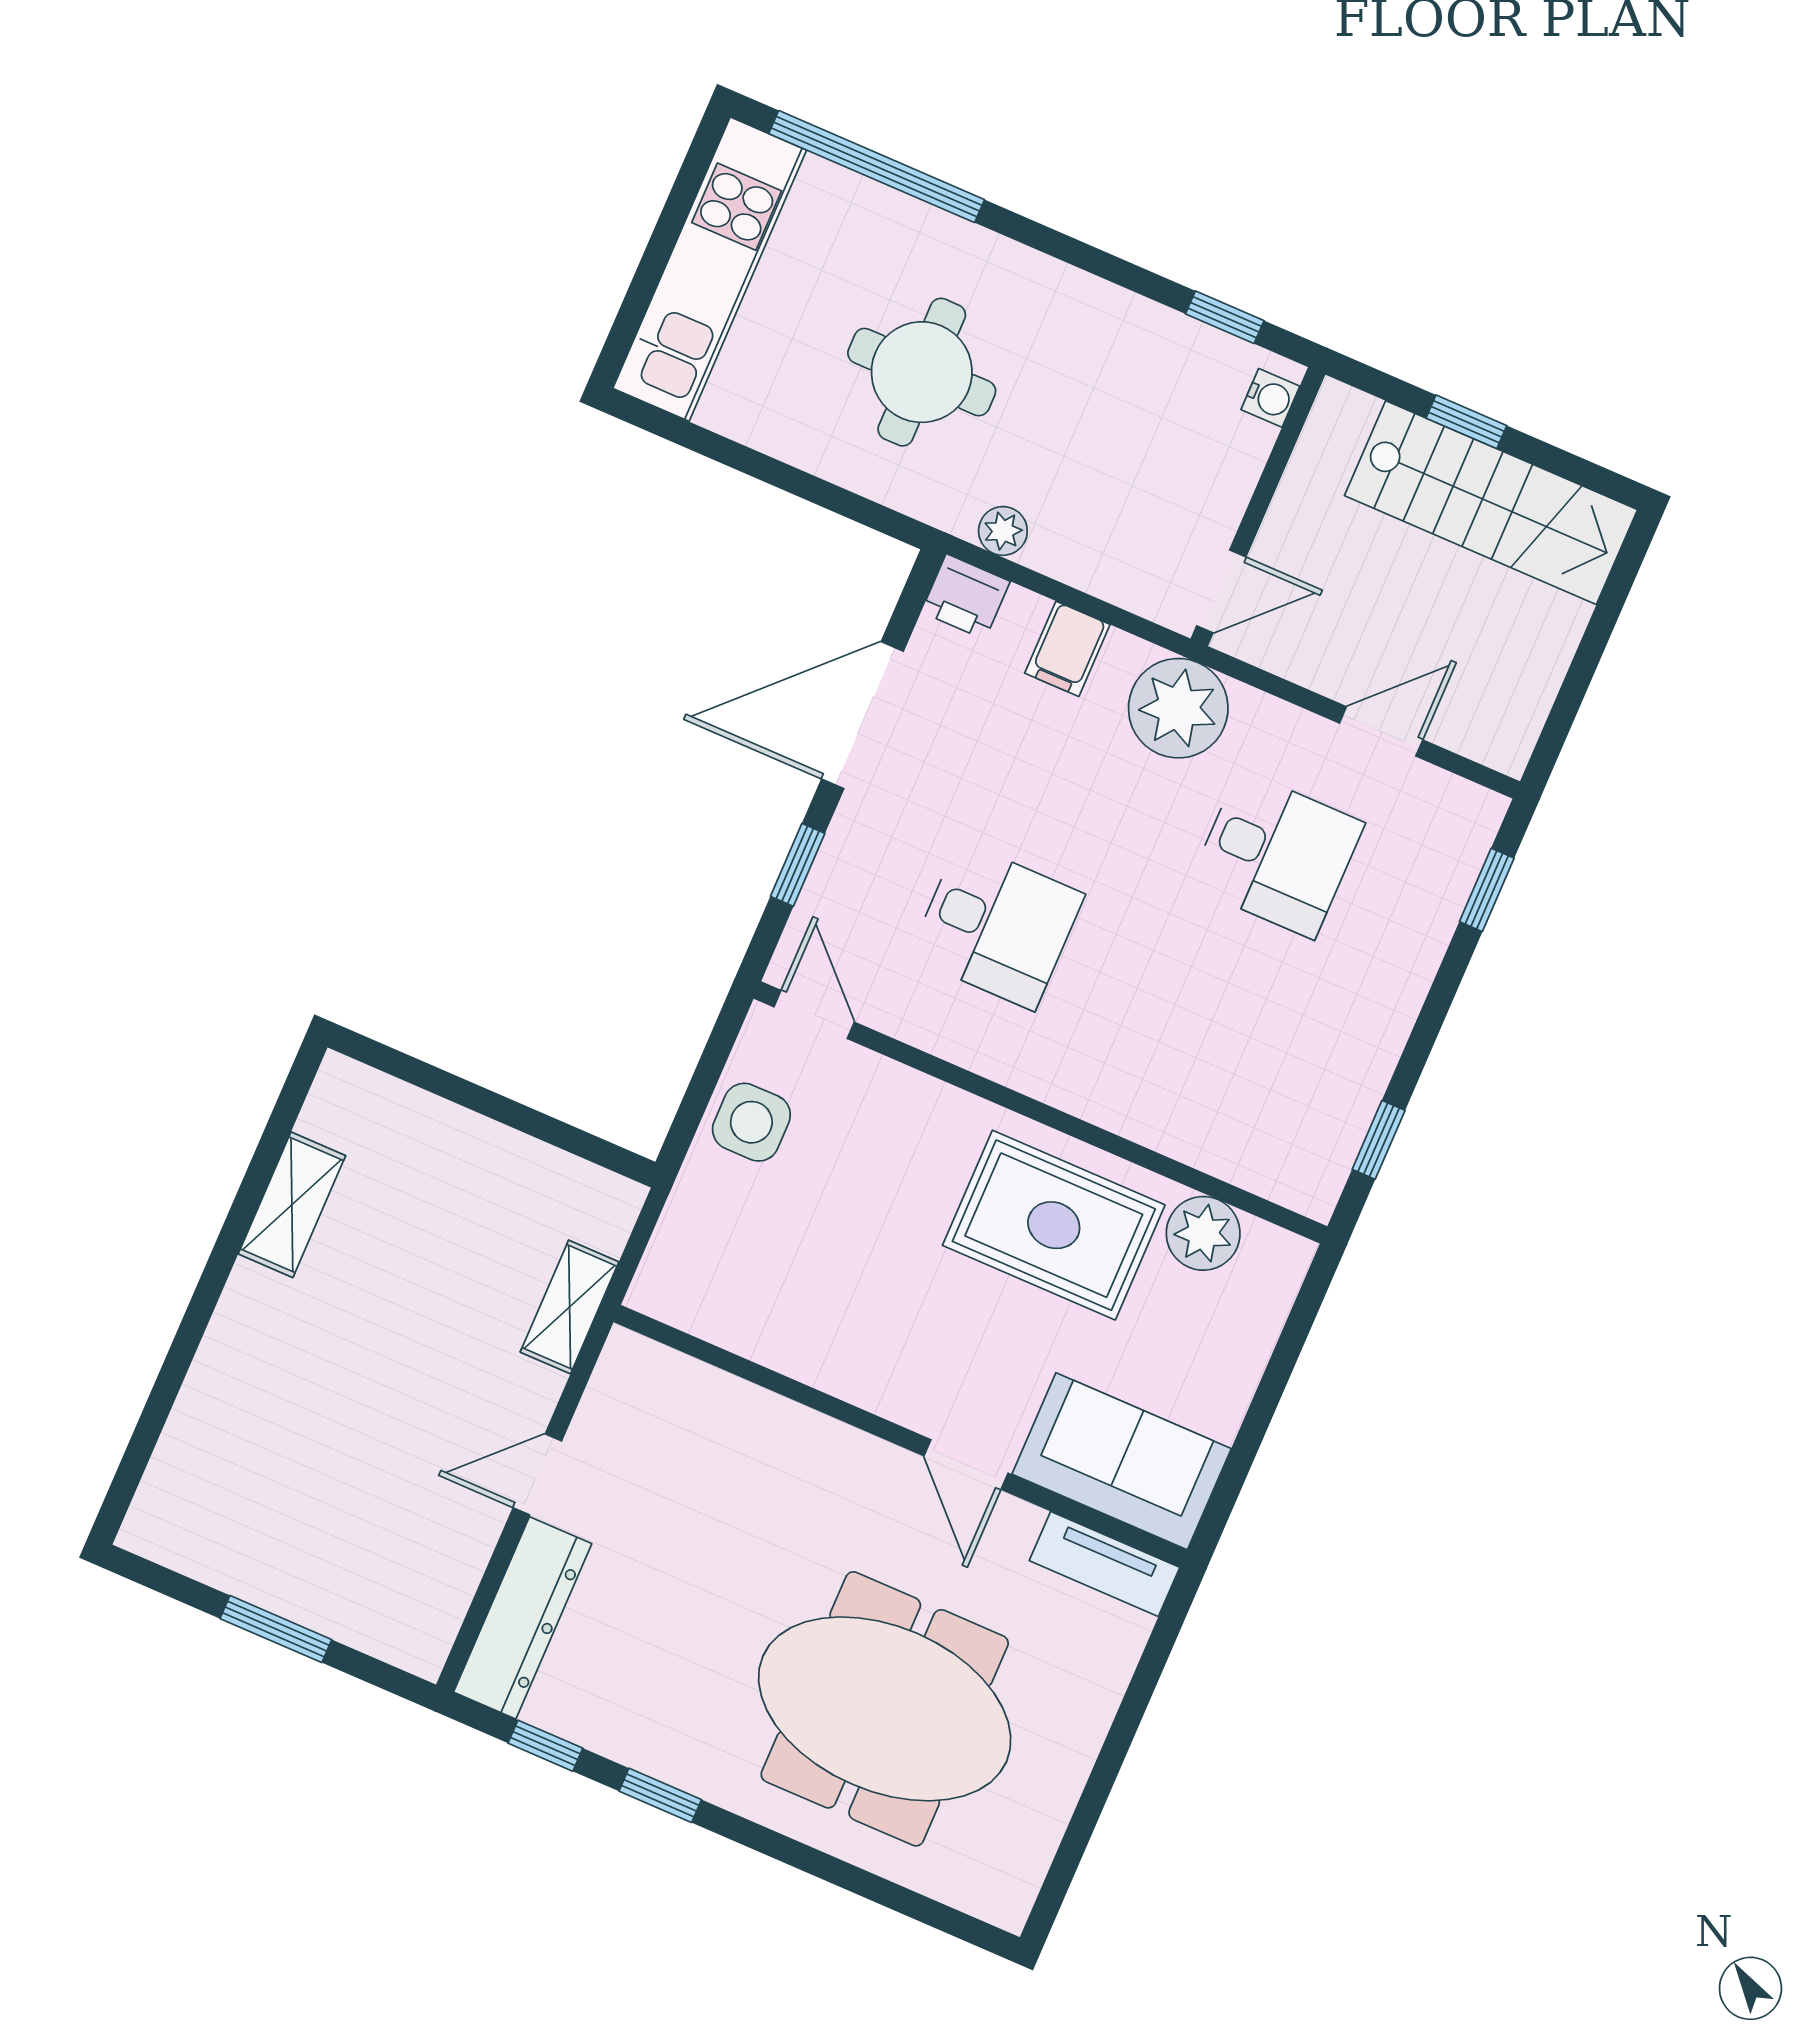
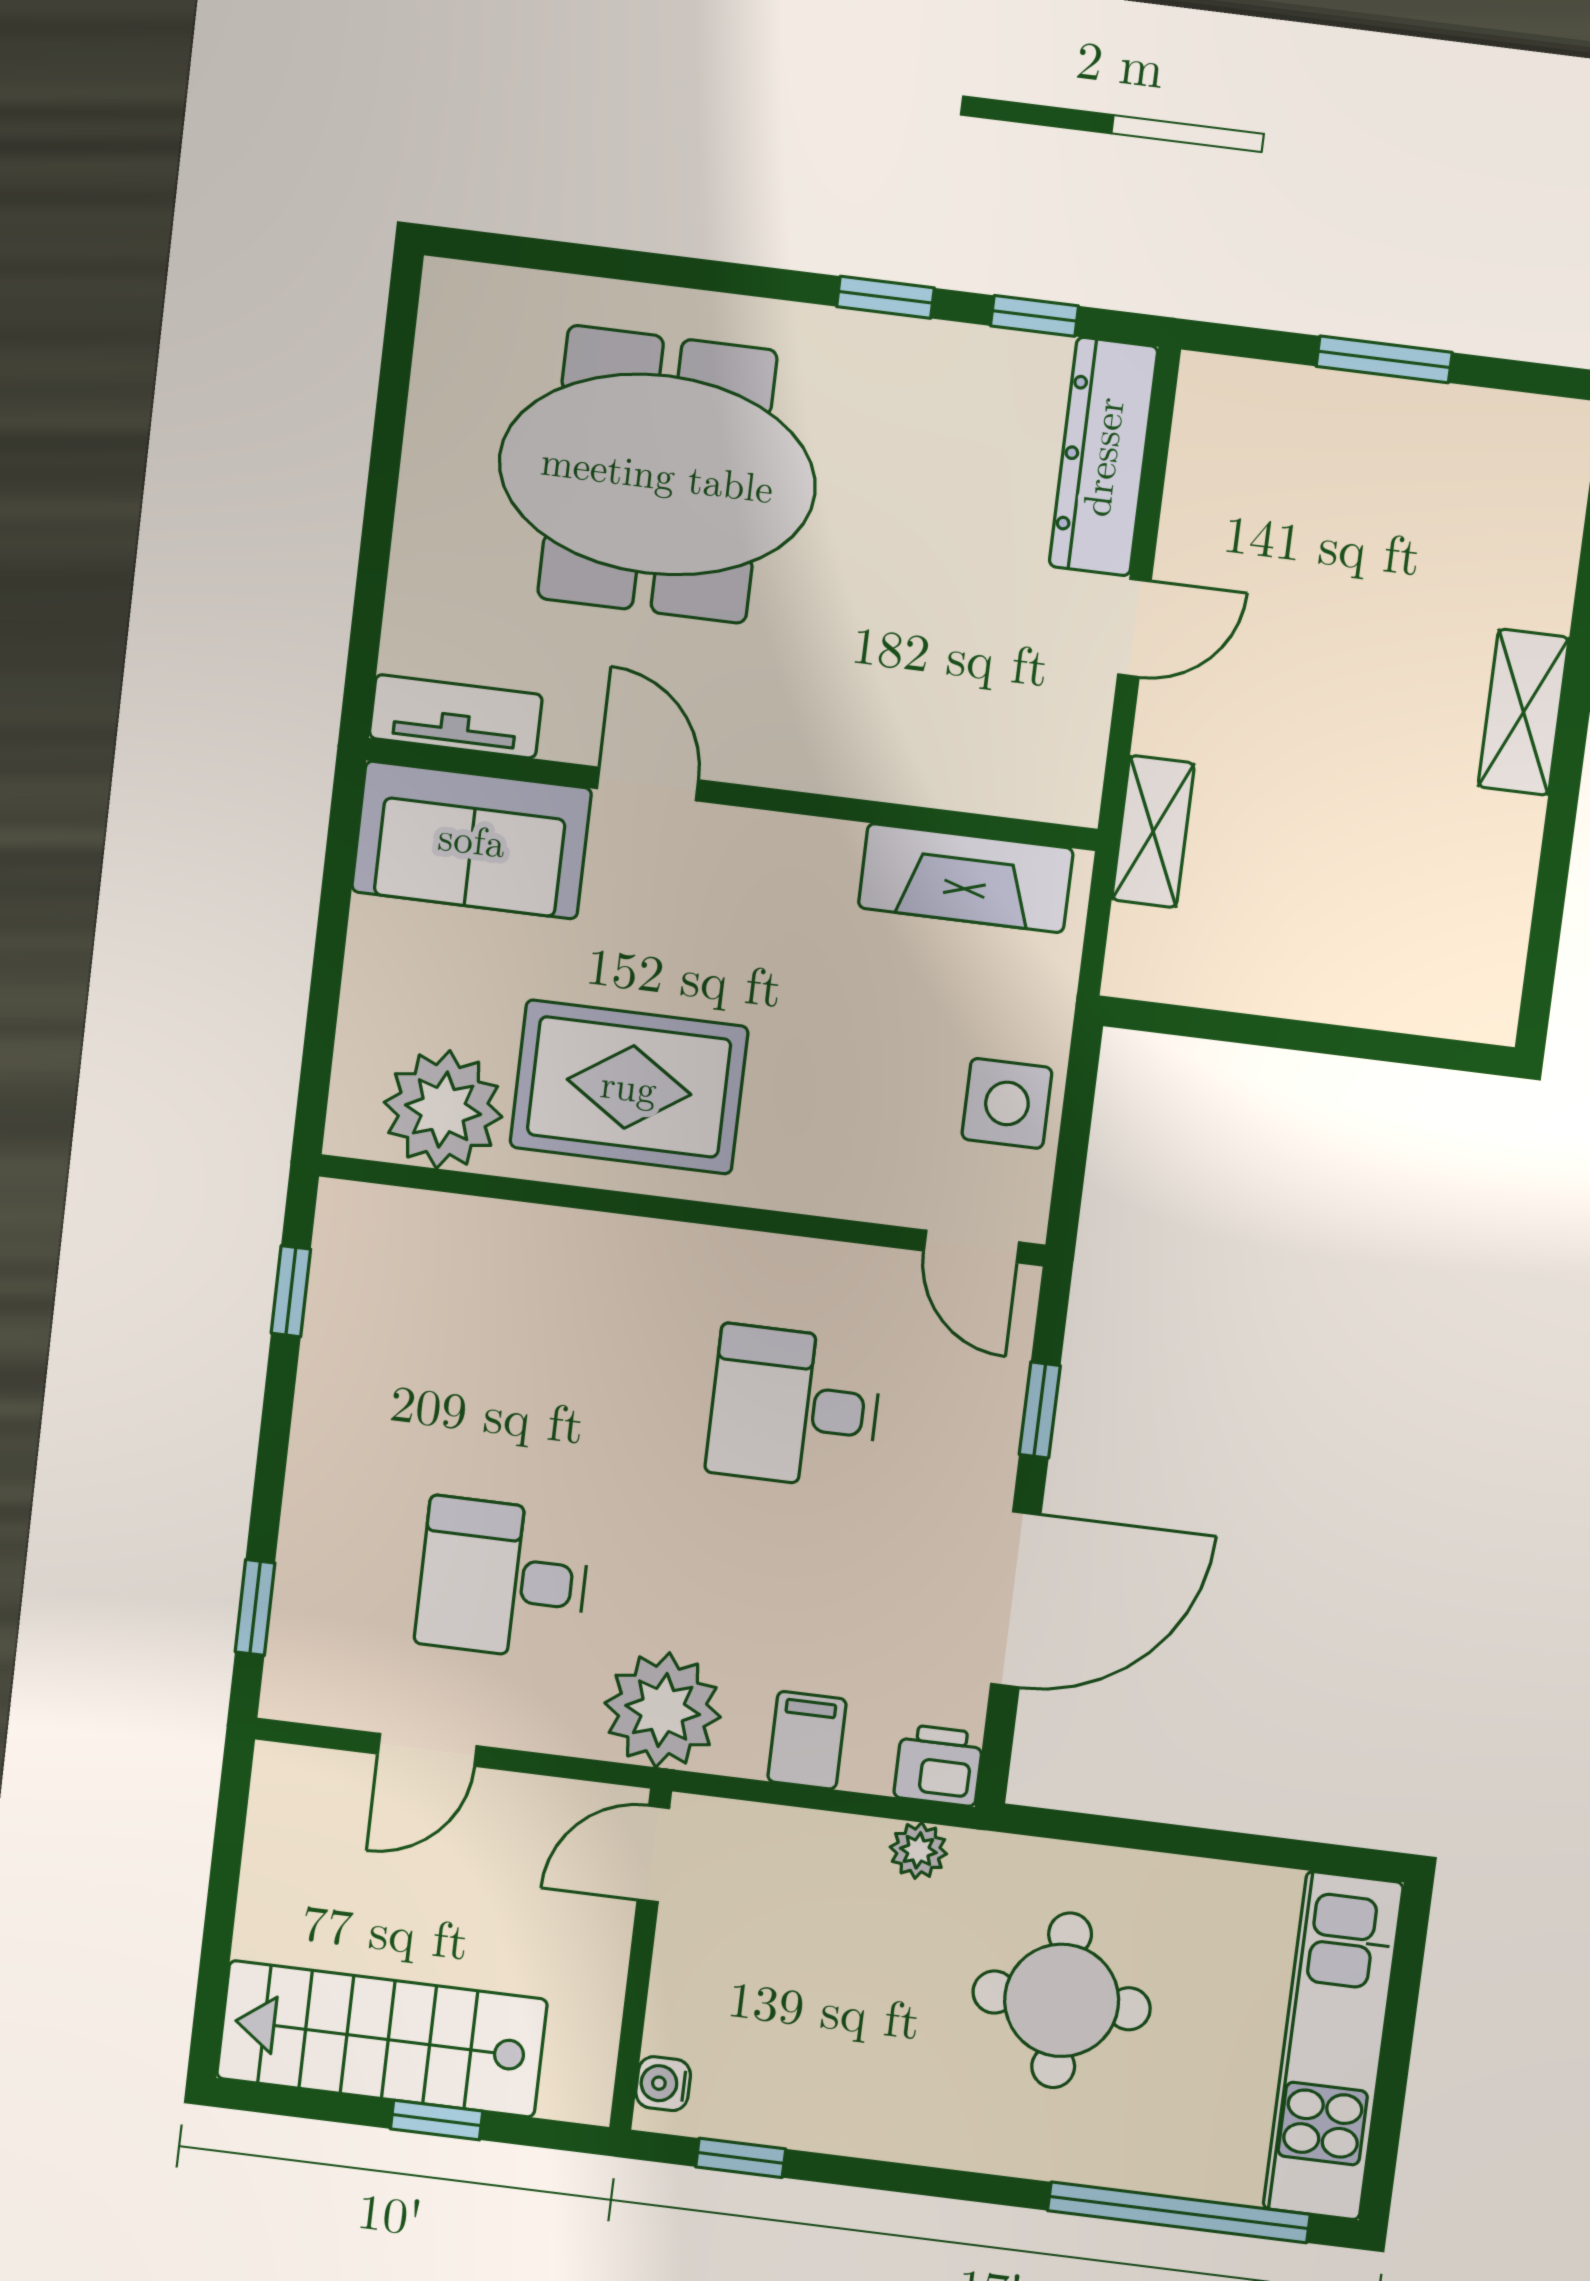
shelving: (292, 1205) -> (1523, 712), moved
plant: (1203, 1233) -> (443, 1110), width x1.36, depth x1.36
fireplace: (732, 1314) -> (966, 878), added

